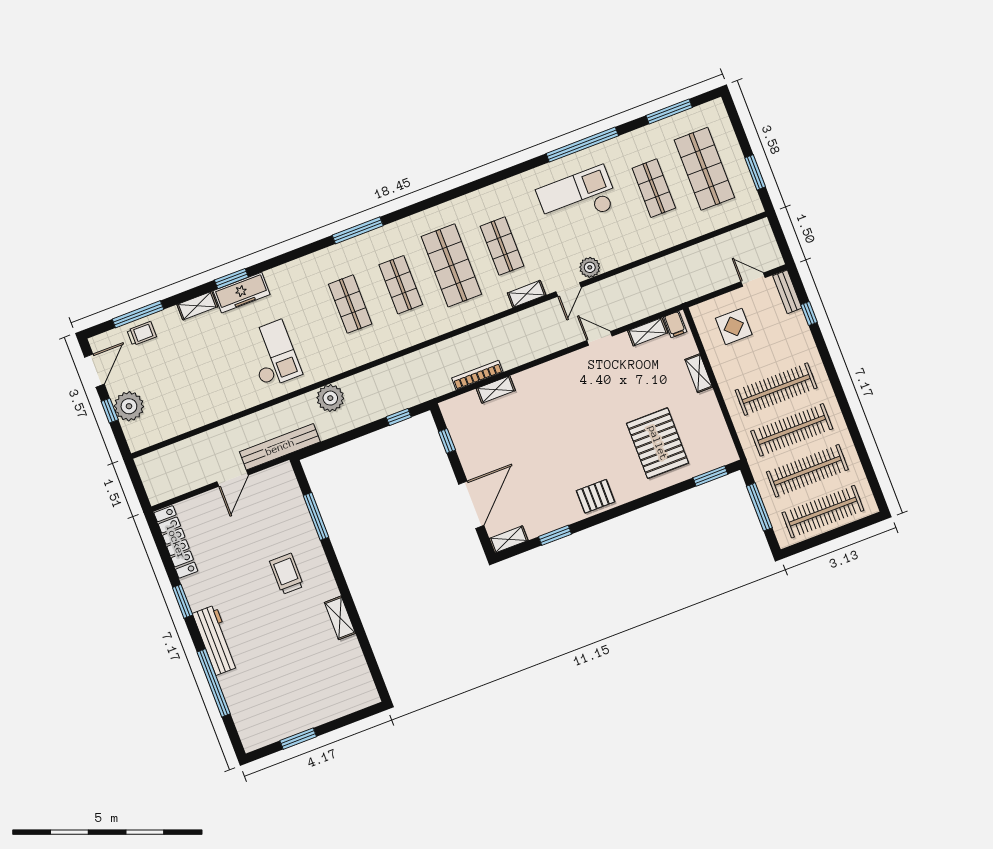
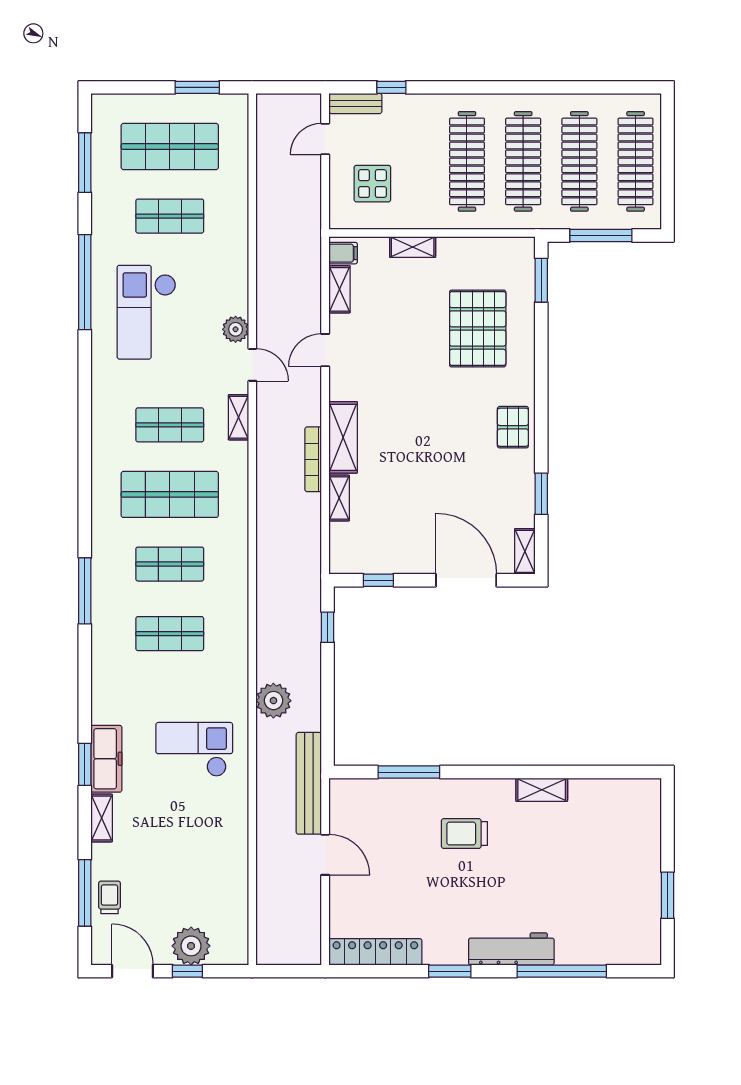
bookcase: (477, 375) -> (313, 459), moved
shelving: (541, 376) -> (343, 437), added
pallet: (658, 443) -> (478, 328), turned 90

